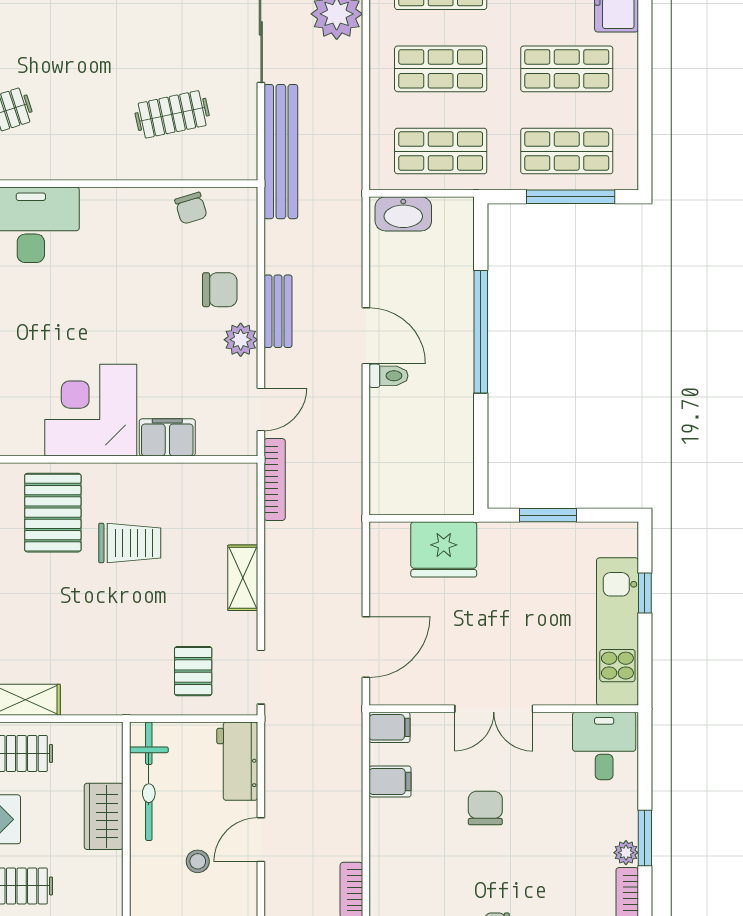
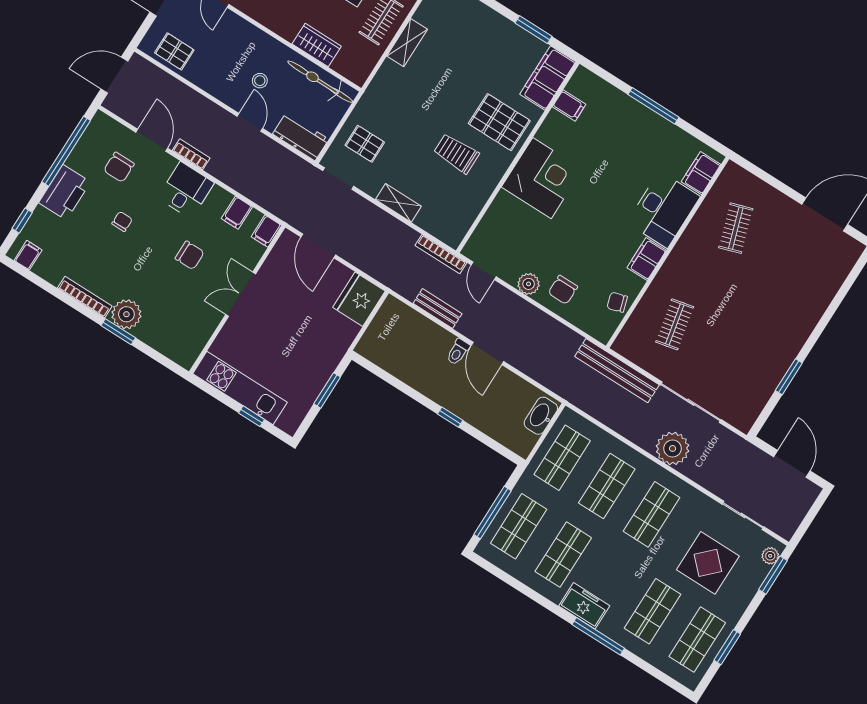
bench: (278, 311) -> (438, 309), moved
window: (481, 332) -> (450, 417), width x0.32
door: (366, 336) -> (488, 353), hinge flipped
filing cabinet: (167, 437) -> (647, 259), moved, turned 180
trolley: (130, 543) -> (456, 153), turned 90
fridge: (444, 549) -> (359, 299), moved
desk: (604, 746) -> (186, 190), moved, turned -90
plant: (626, 853) -> (126, 314), width x1.87, depth x1.87

